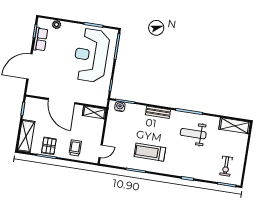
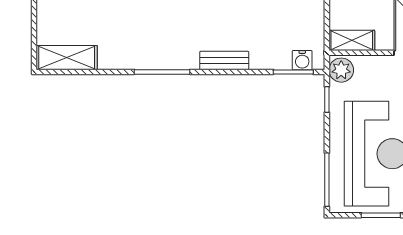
plant: (102, 99) -> (341, 70), added
weight bench: (193, 134) -> (147, 29), removed

